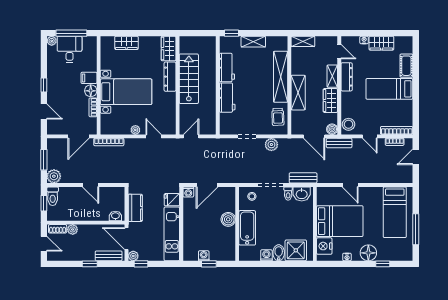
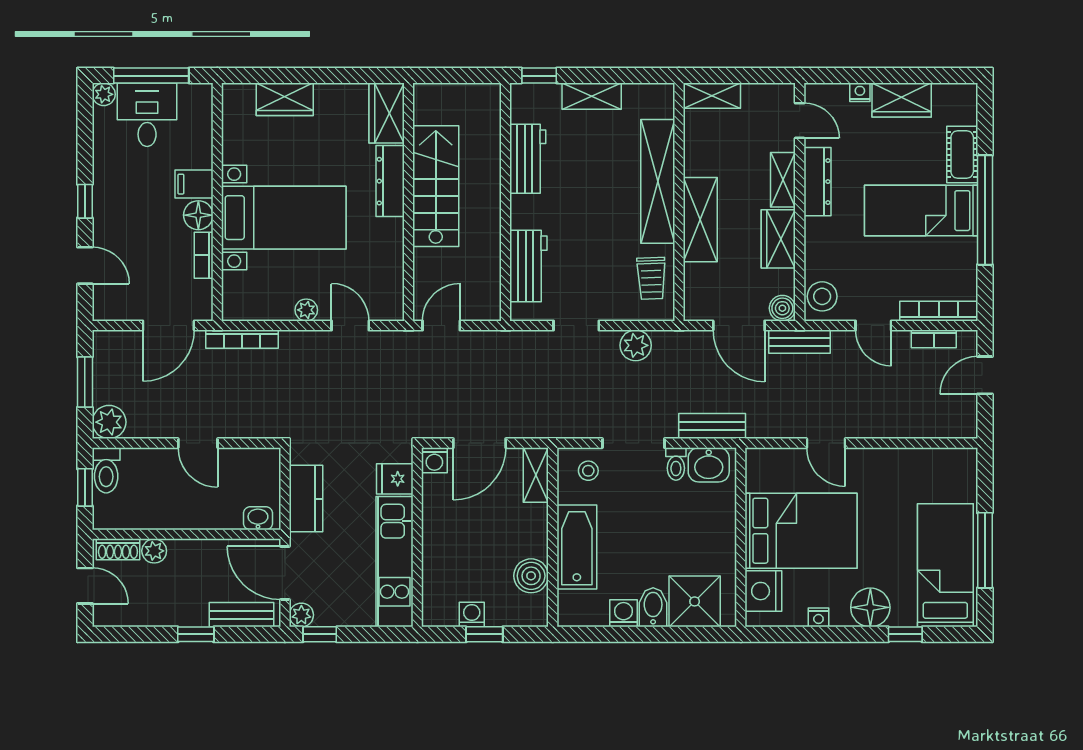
window: (416, 89) -> (985, 210), added
workbench: (227, 98) -> (528, 266), moved
shelving: (230, 198) -> (536, 475), added
bed: (395, 212) -> (945, 565), moved, turned 180
boiler: (228, 219) -> (531, 576), moved

